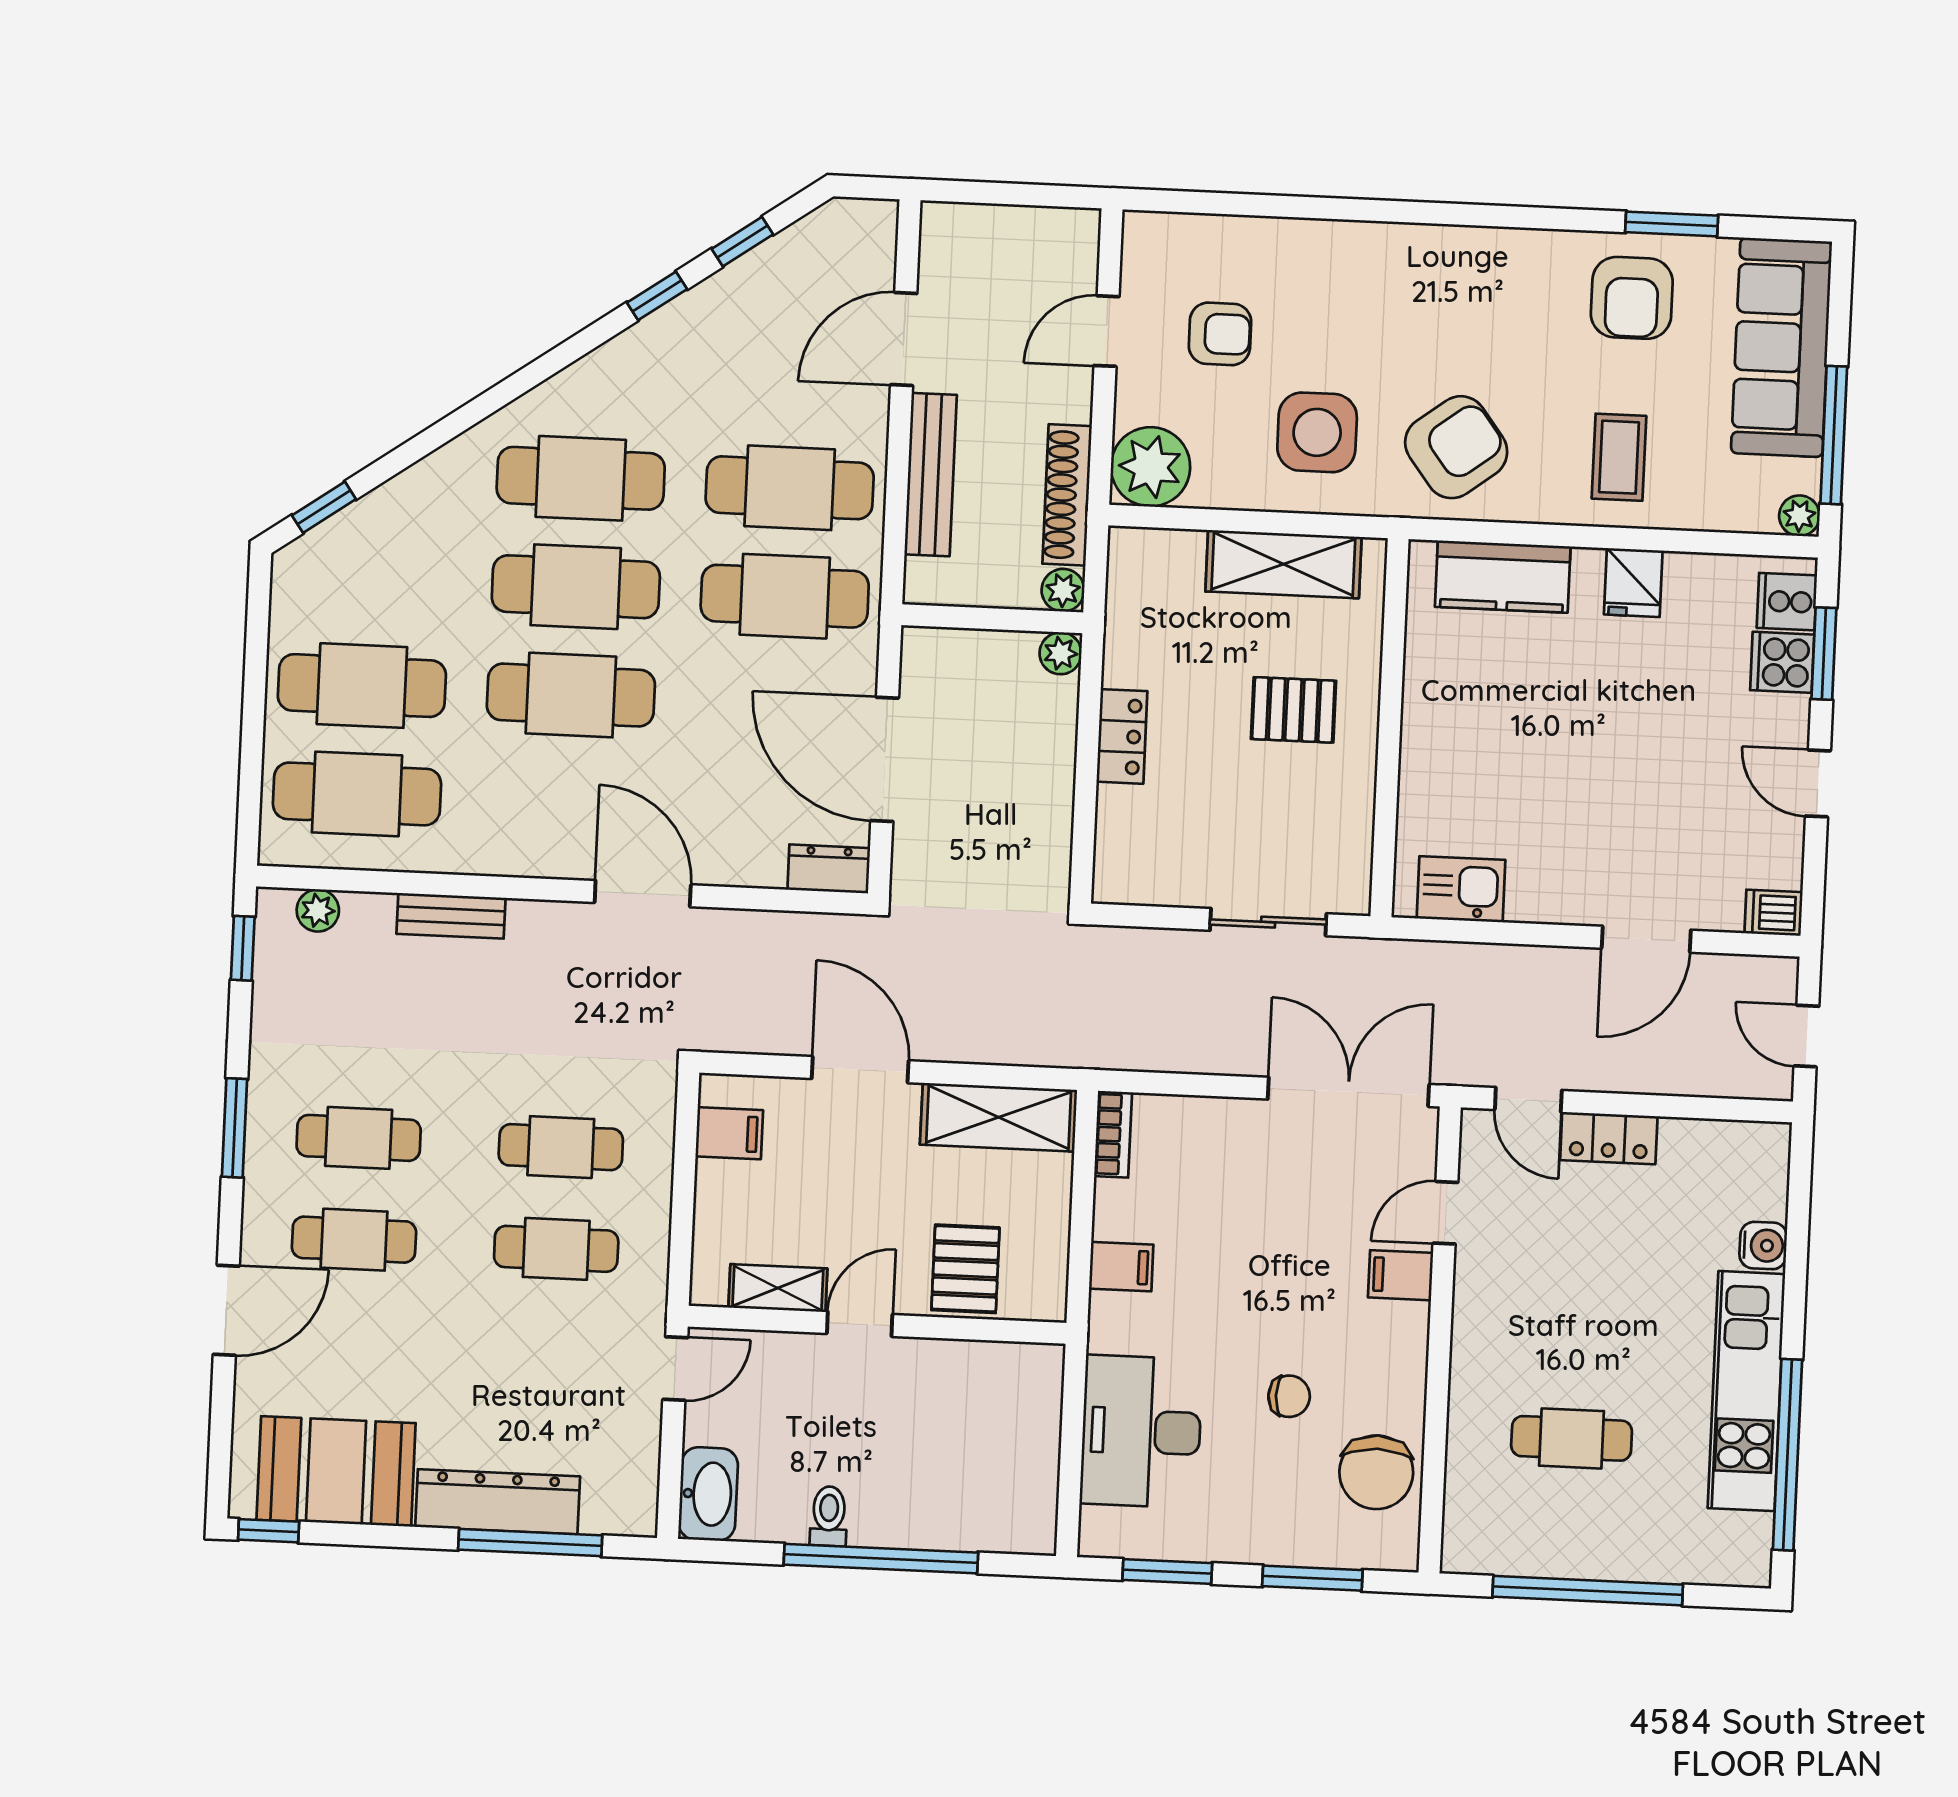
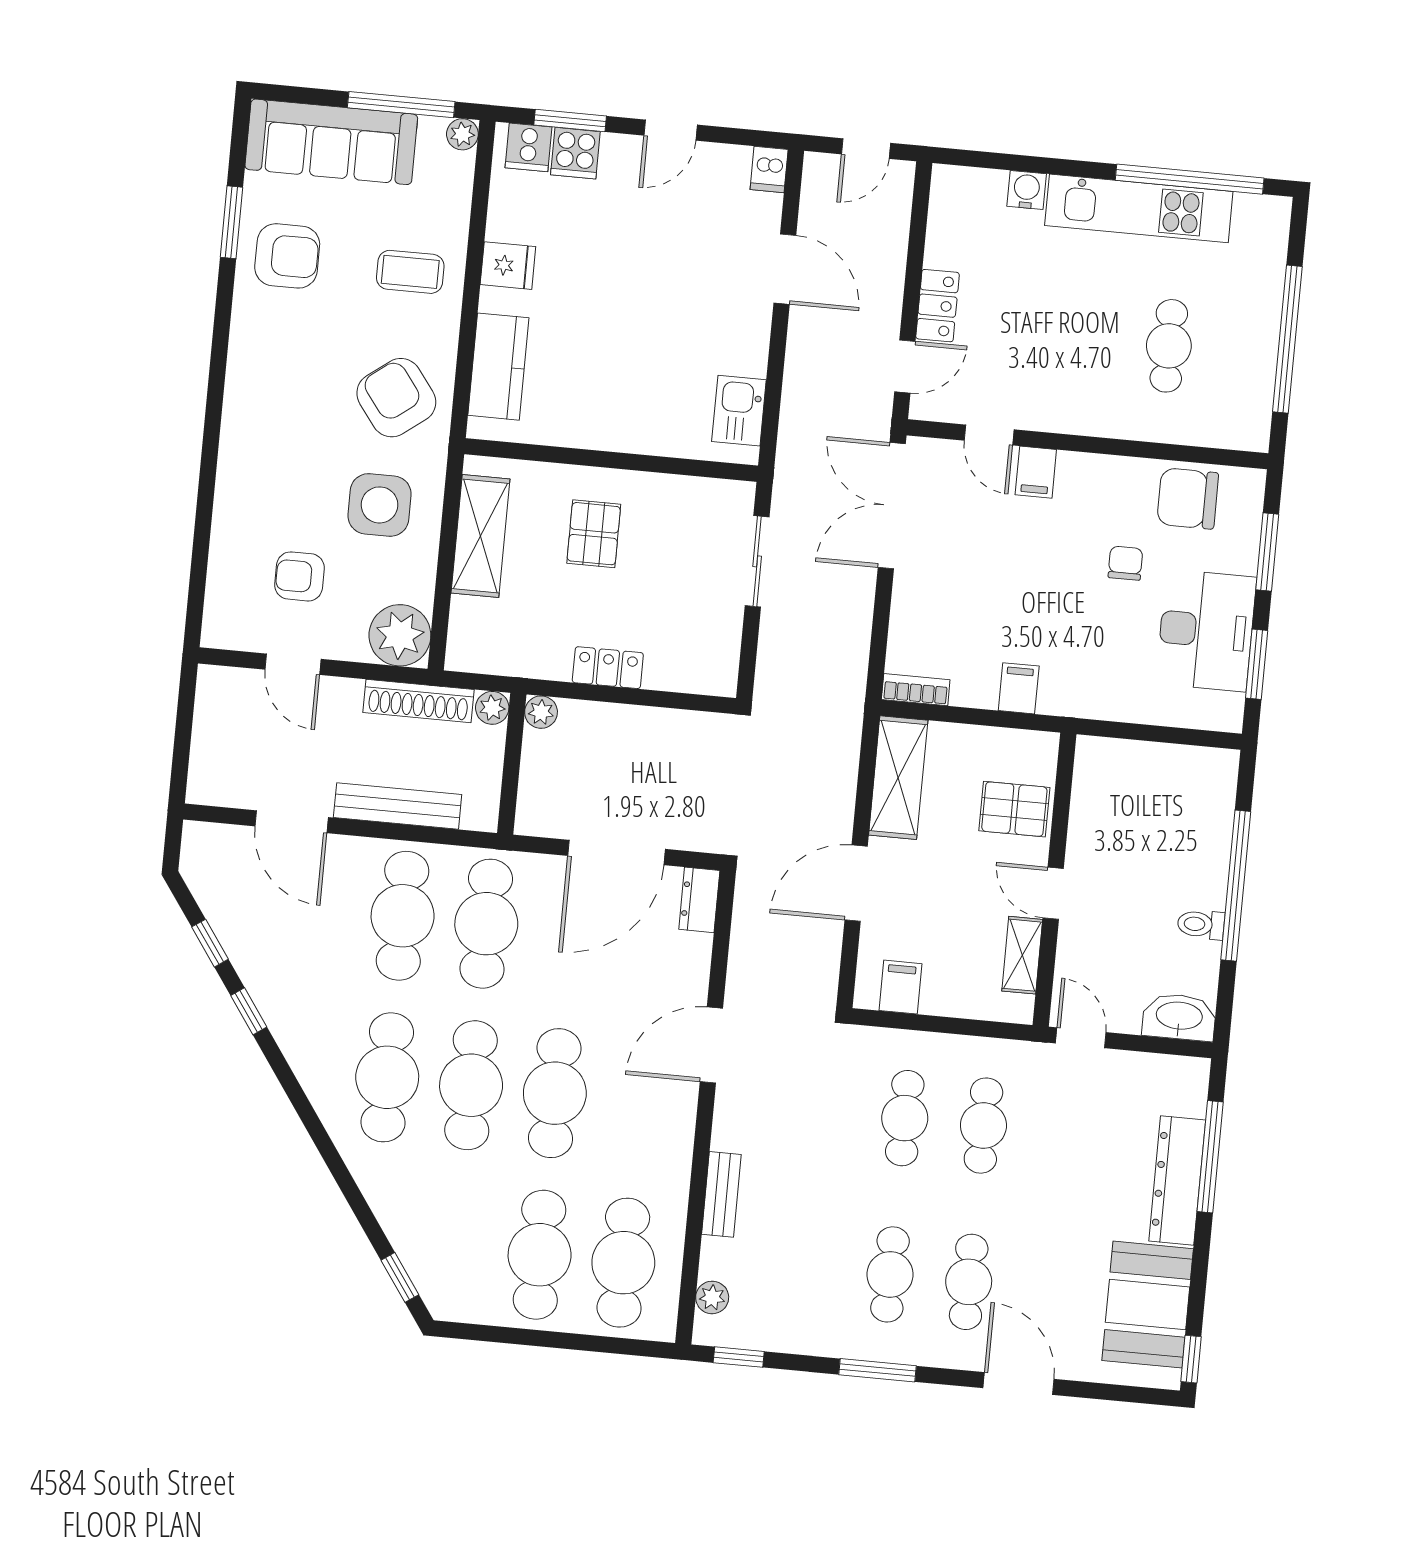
armchair: (1220, 334) -> (300, 576), turned -90
desk: (1141, 1431) -> (1206, 630), moved, turned -90
chair: (1376, 1472) -> (1188, 498), turned 180

